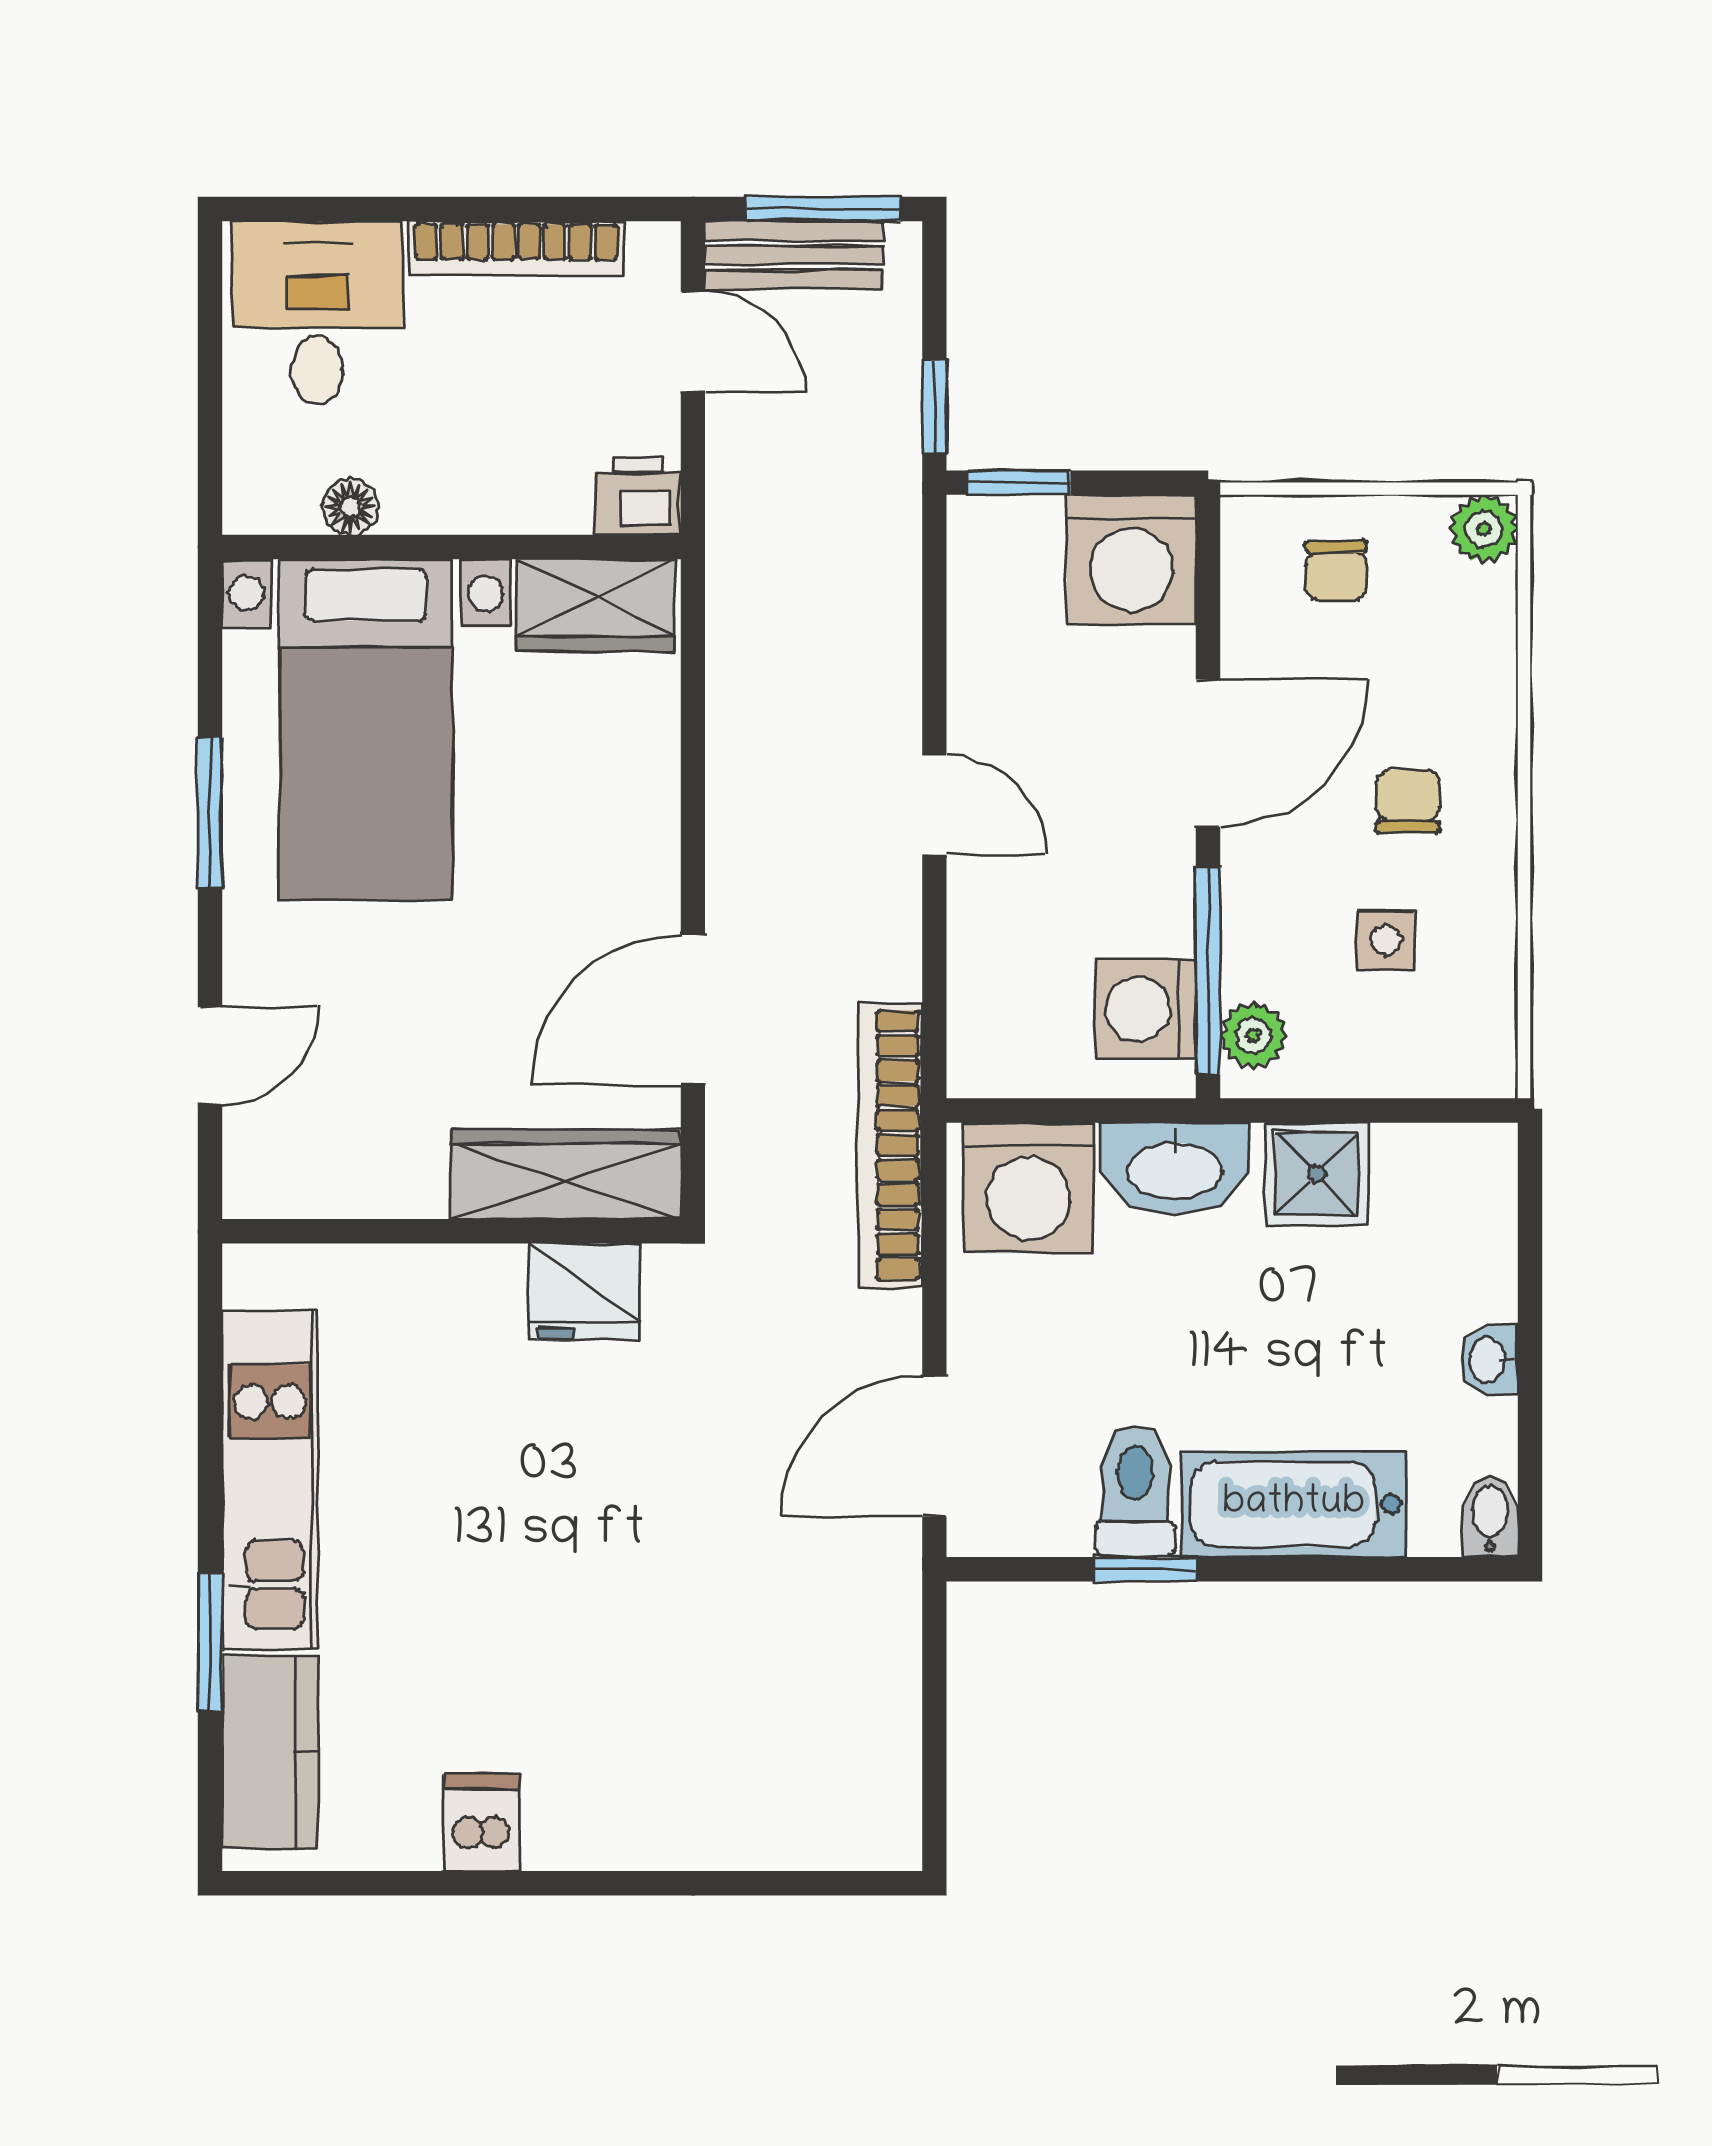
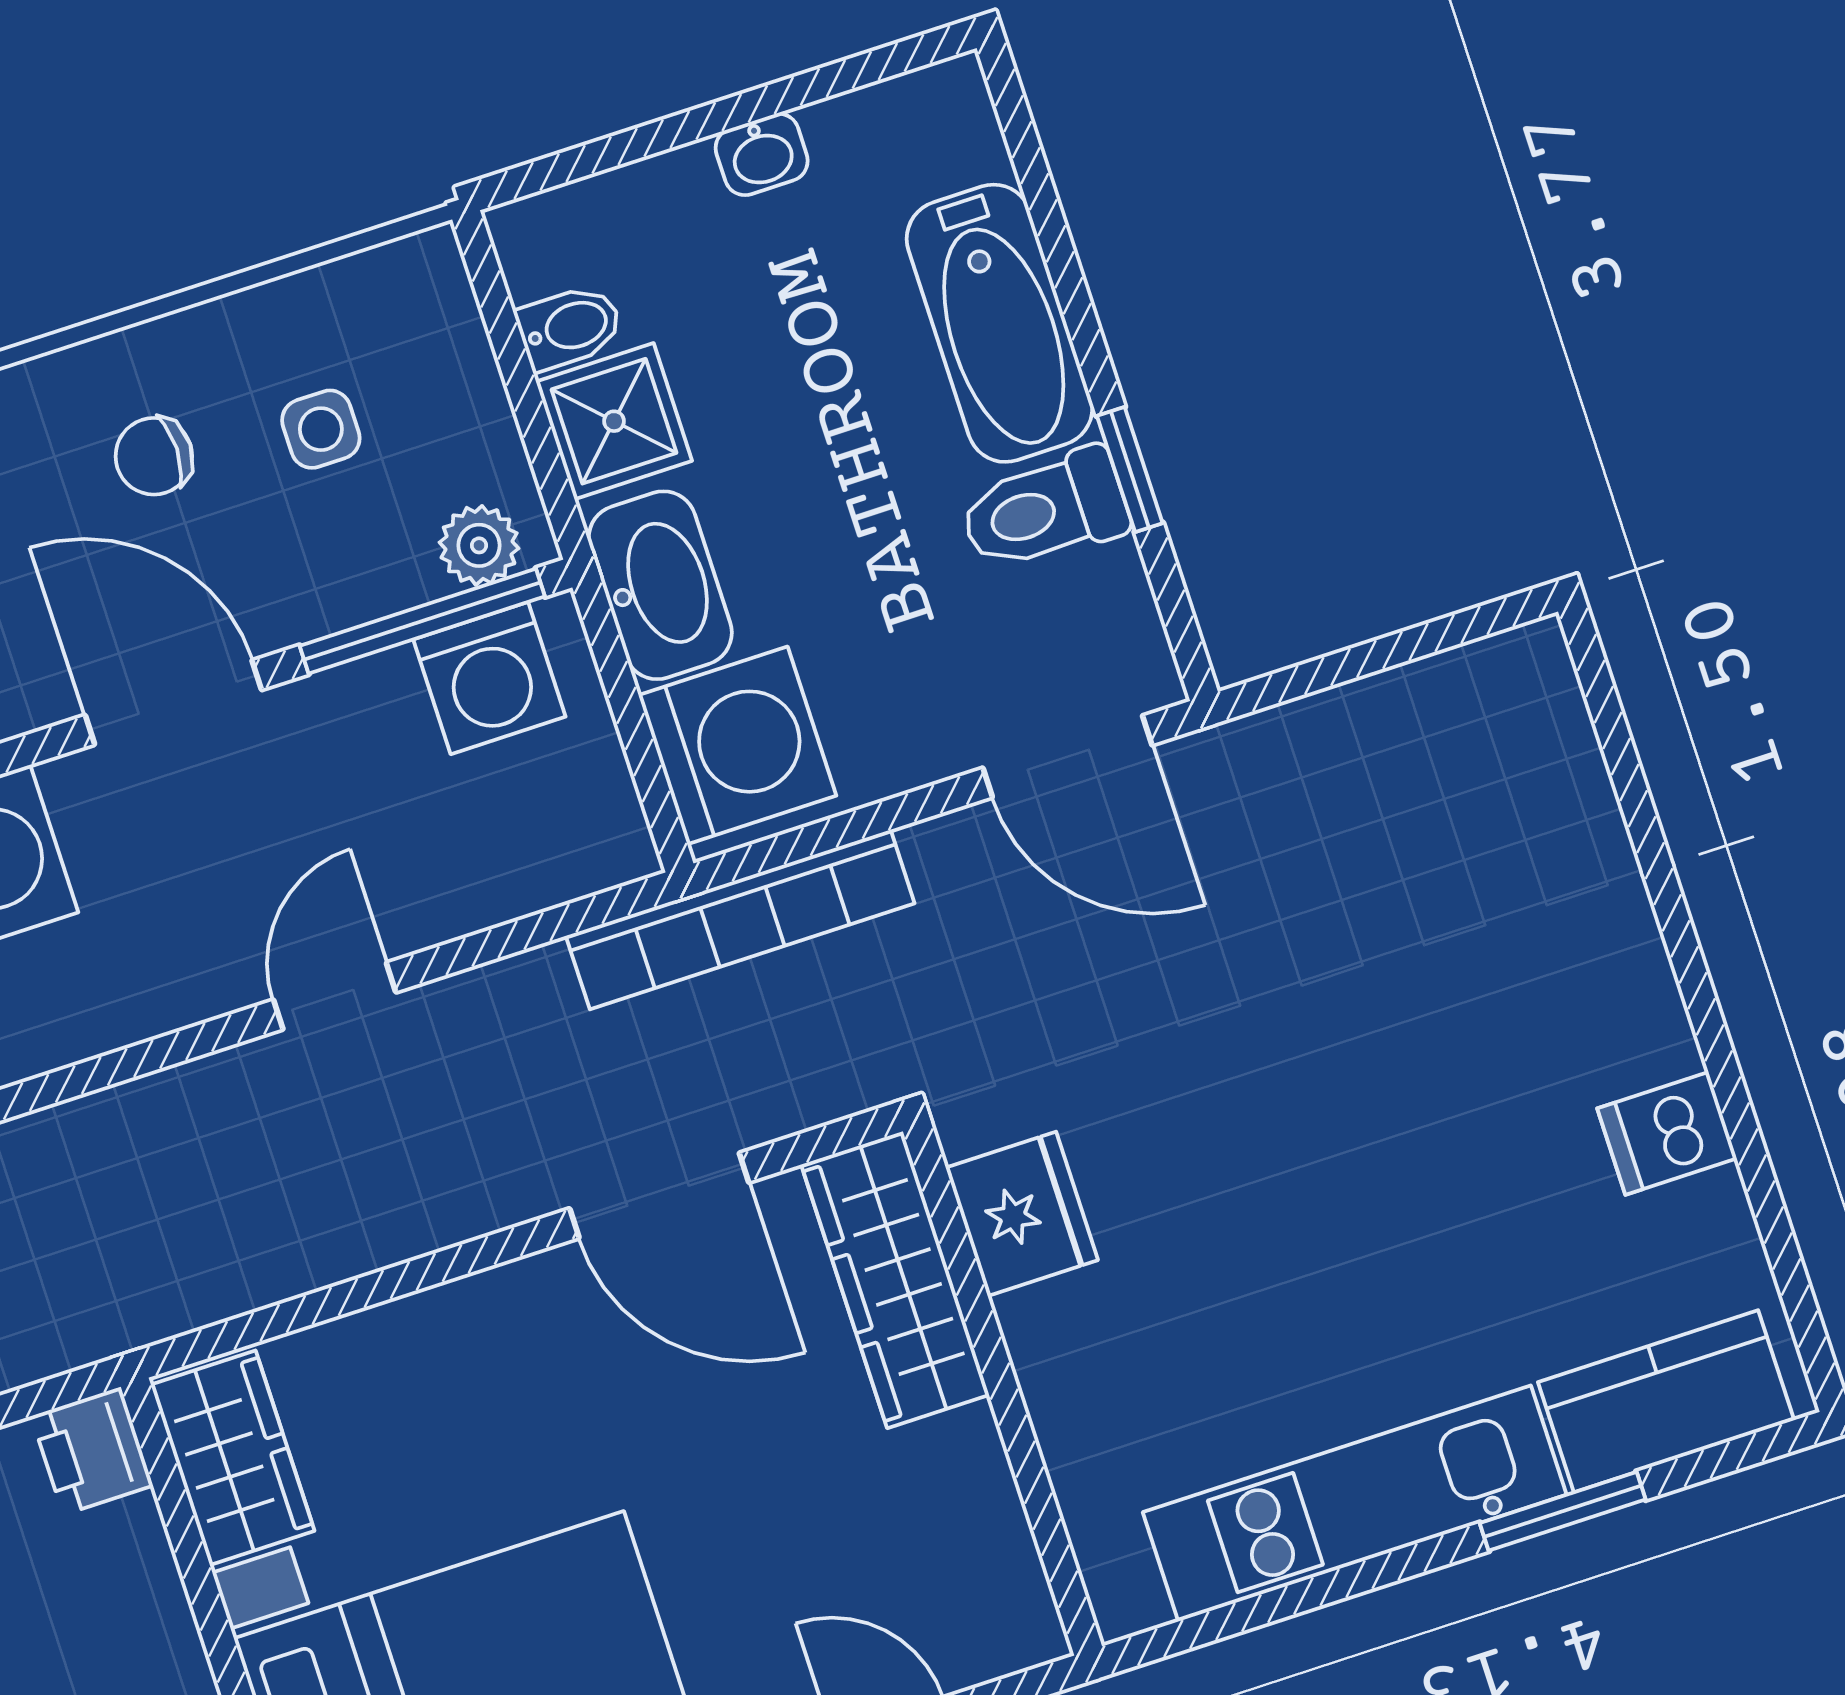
bidet: (1490, 1516) -> (570, 327), moved, turned 180

